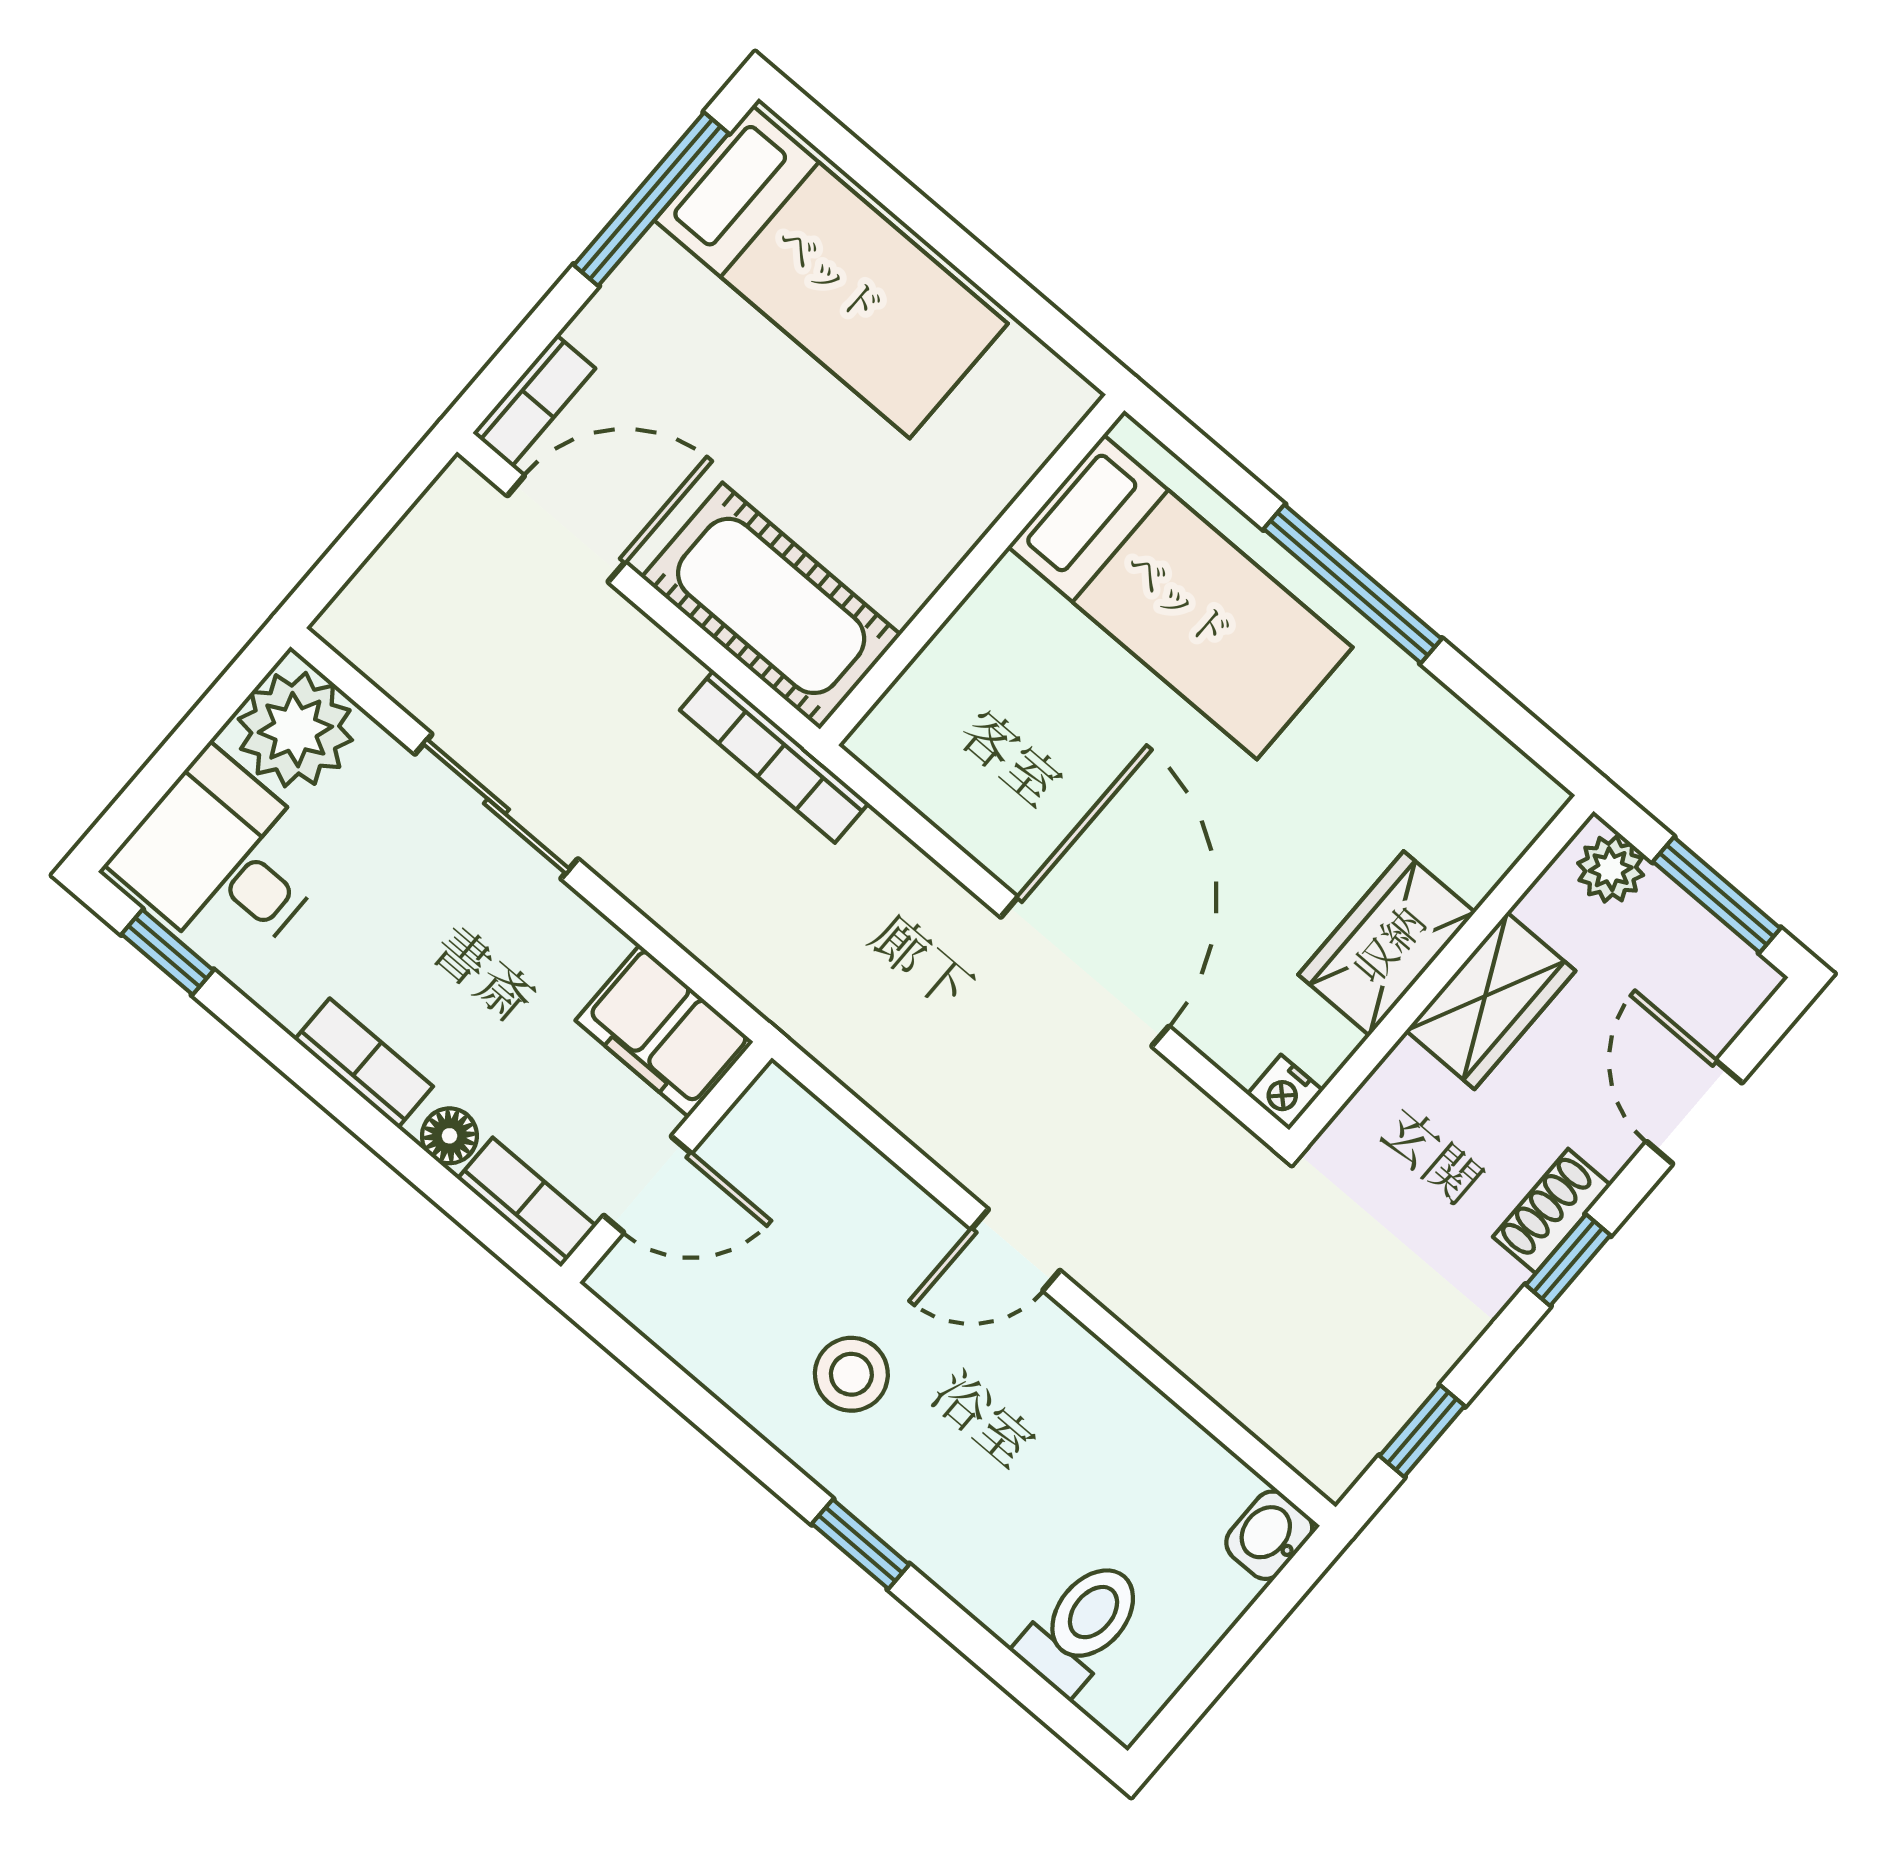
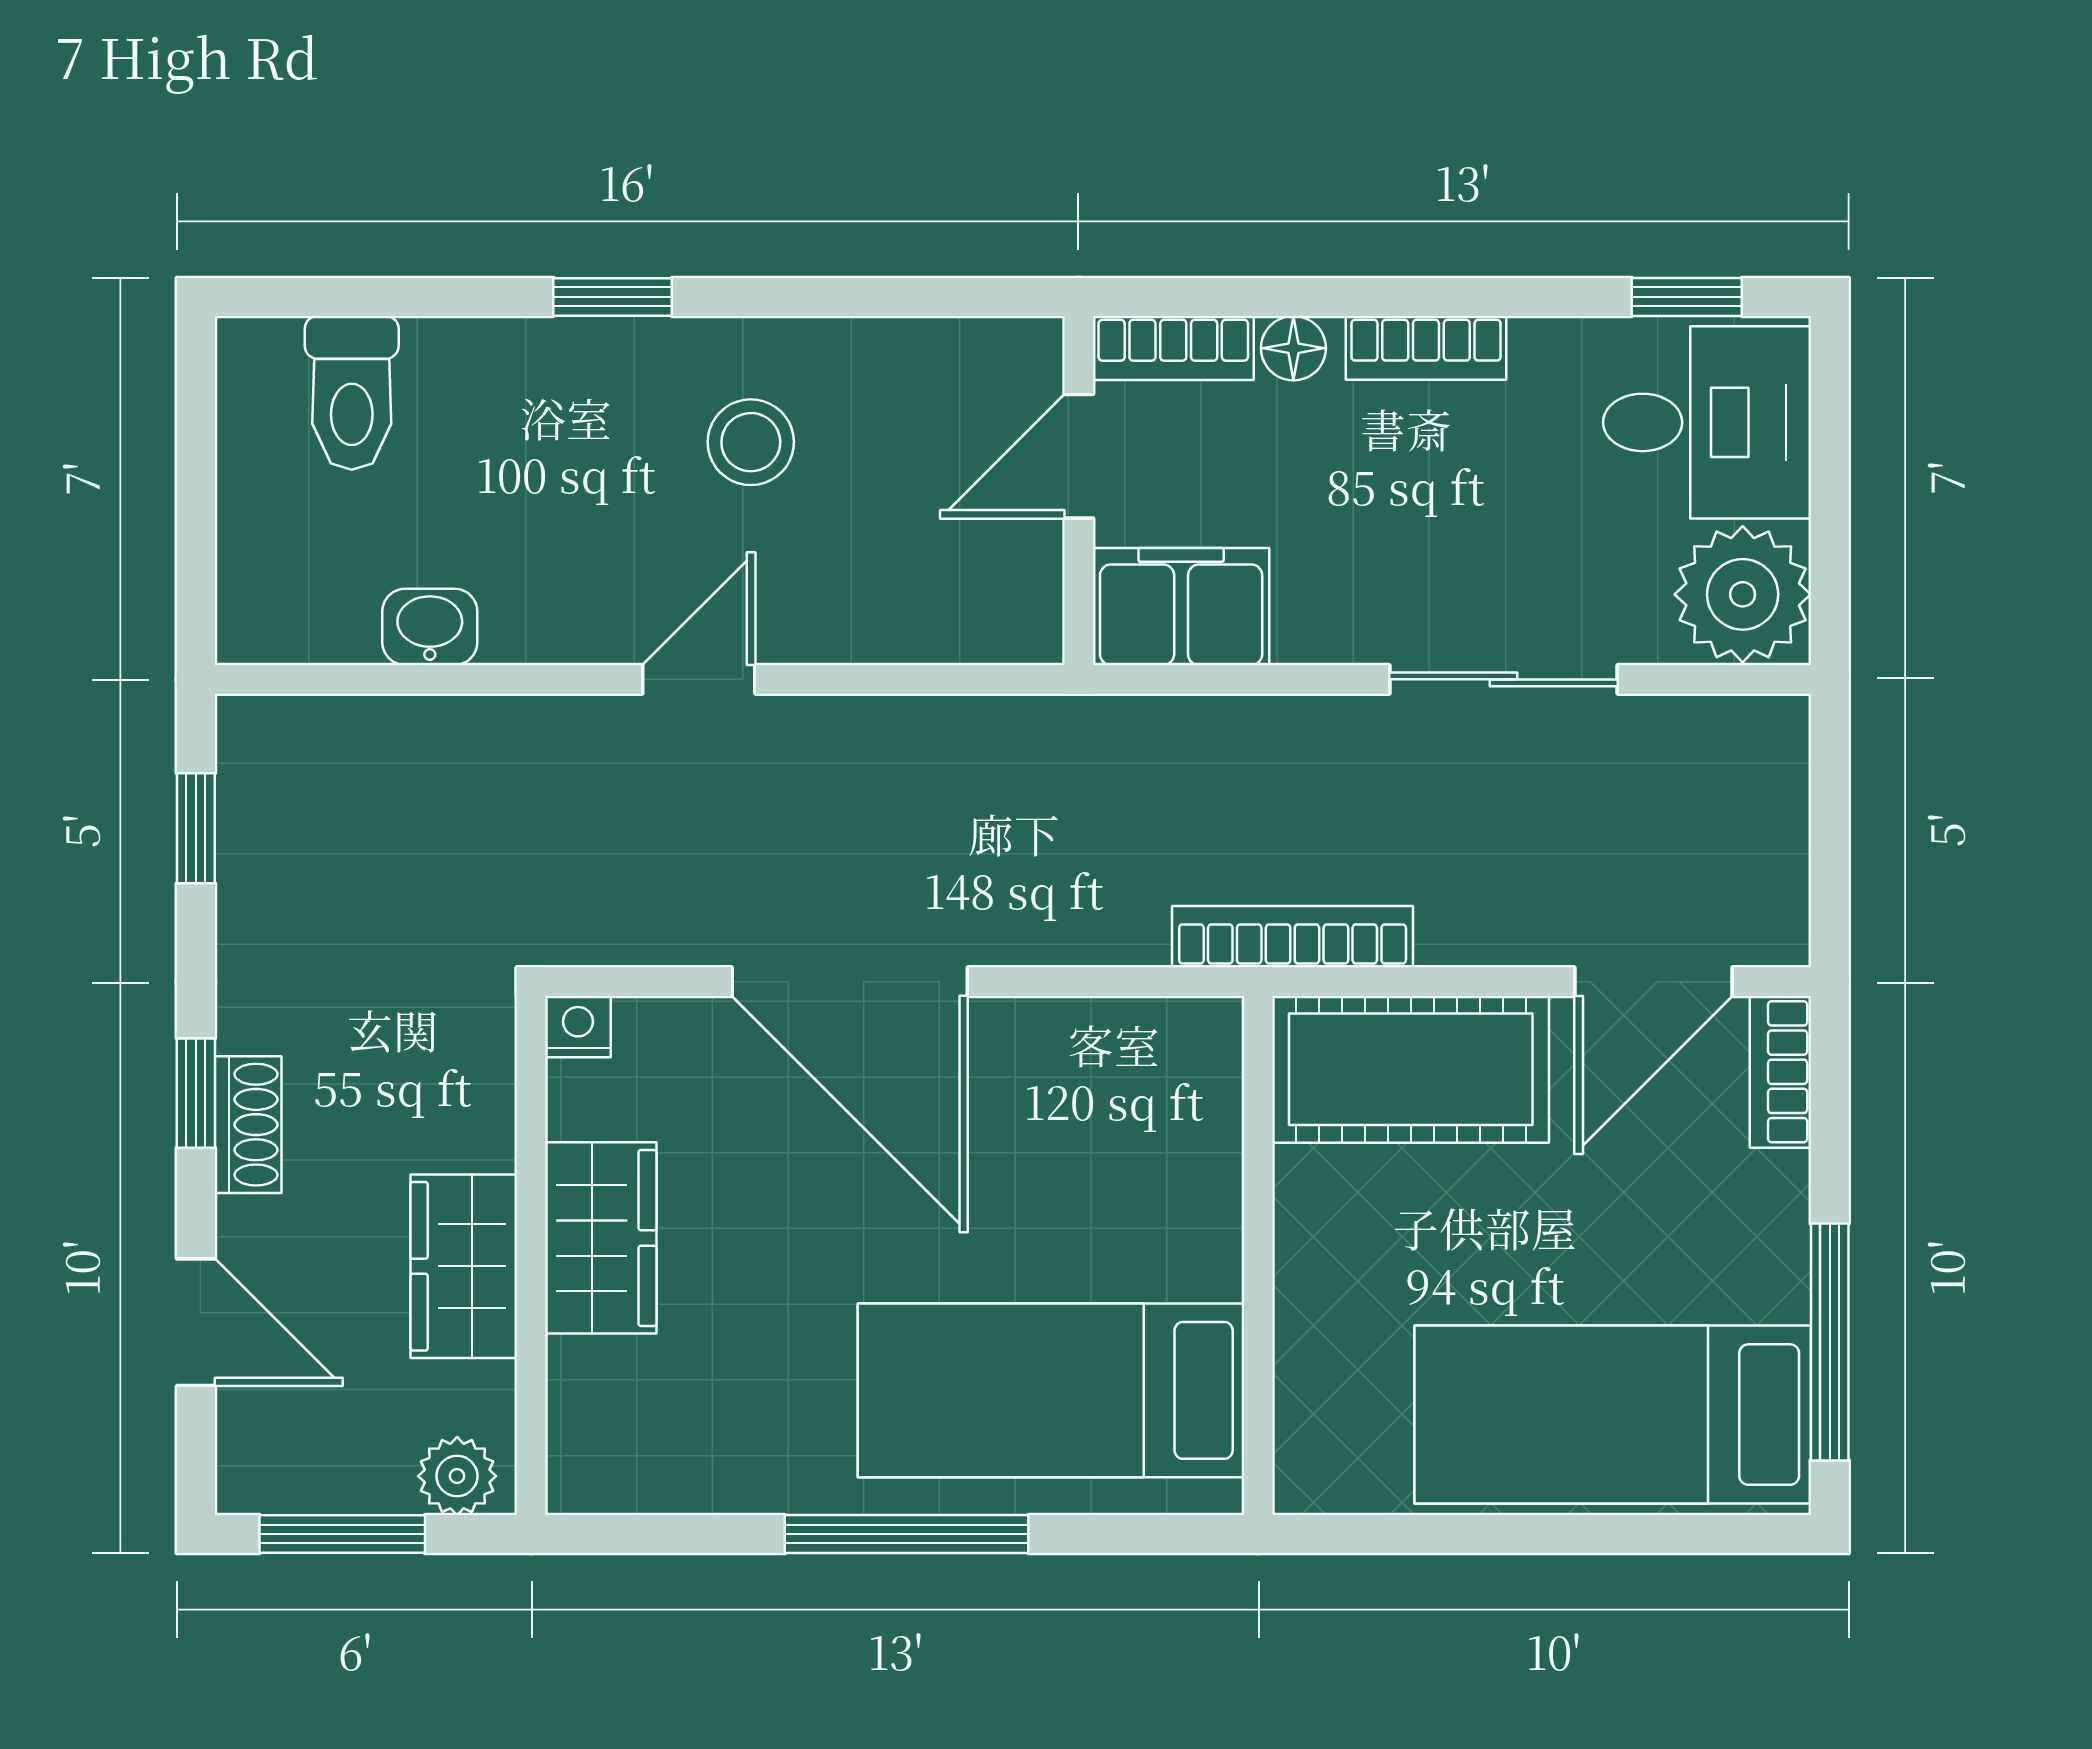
washbasin: (1269, 1535) -> (430, 627), moved, turned -90

